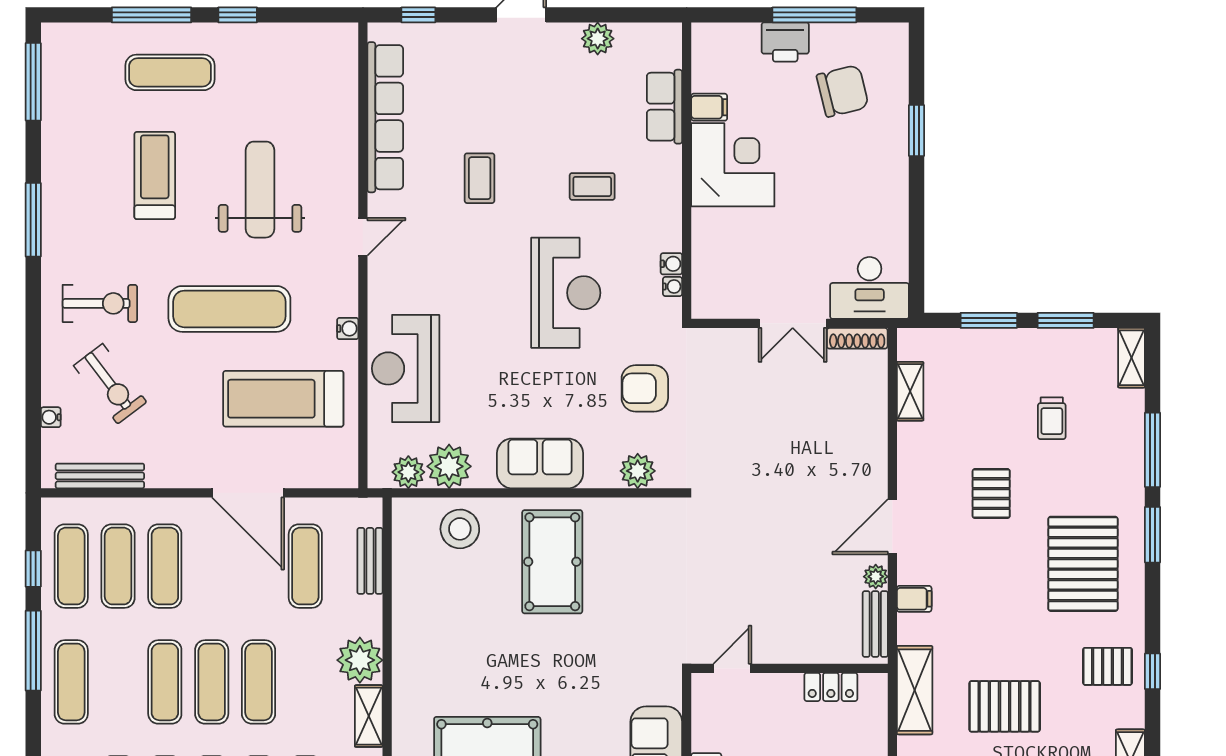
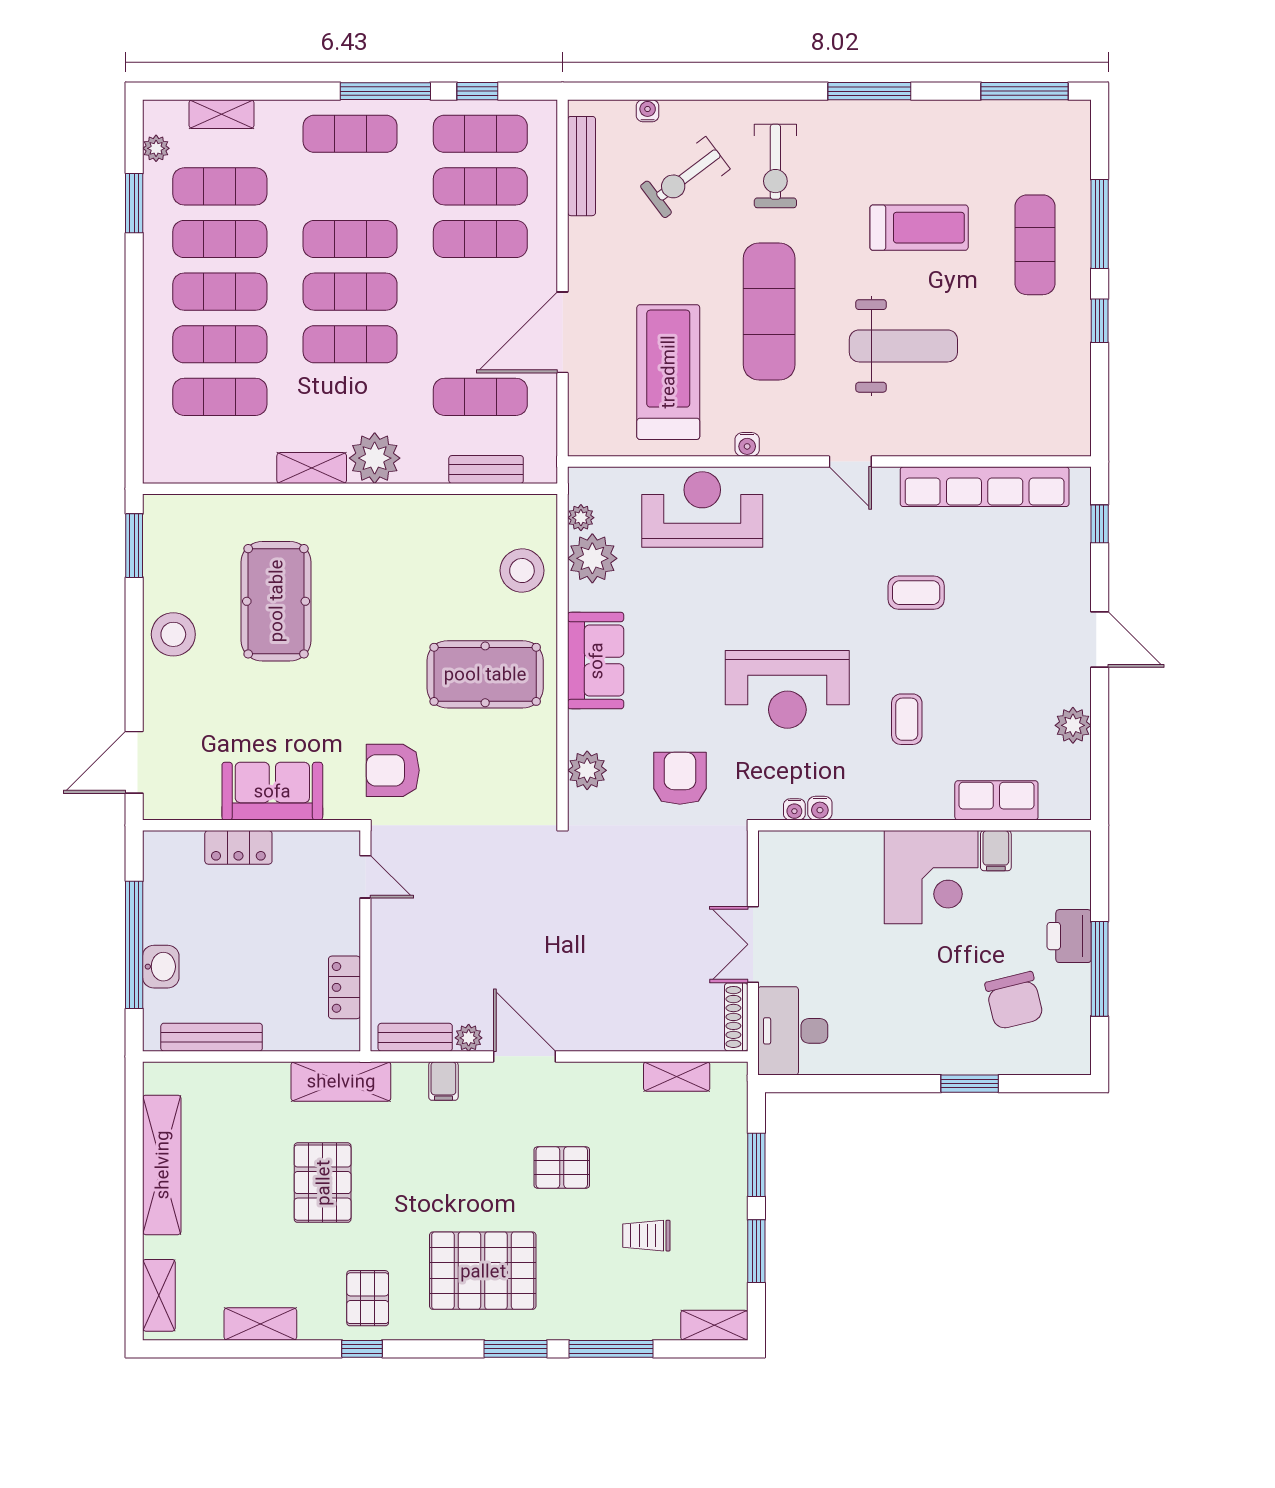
plant: (408, 472) -> (581, 518), width x0.73, depth x0.73
armchair: (638, 644) -> (393, 770), added

